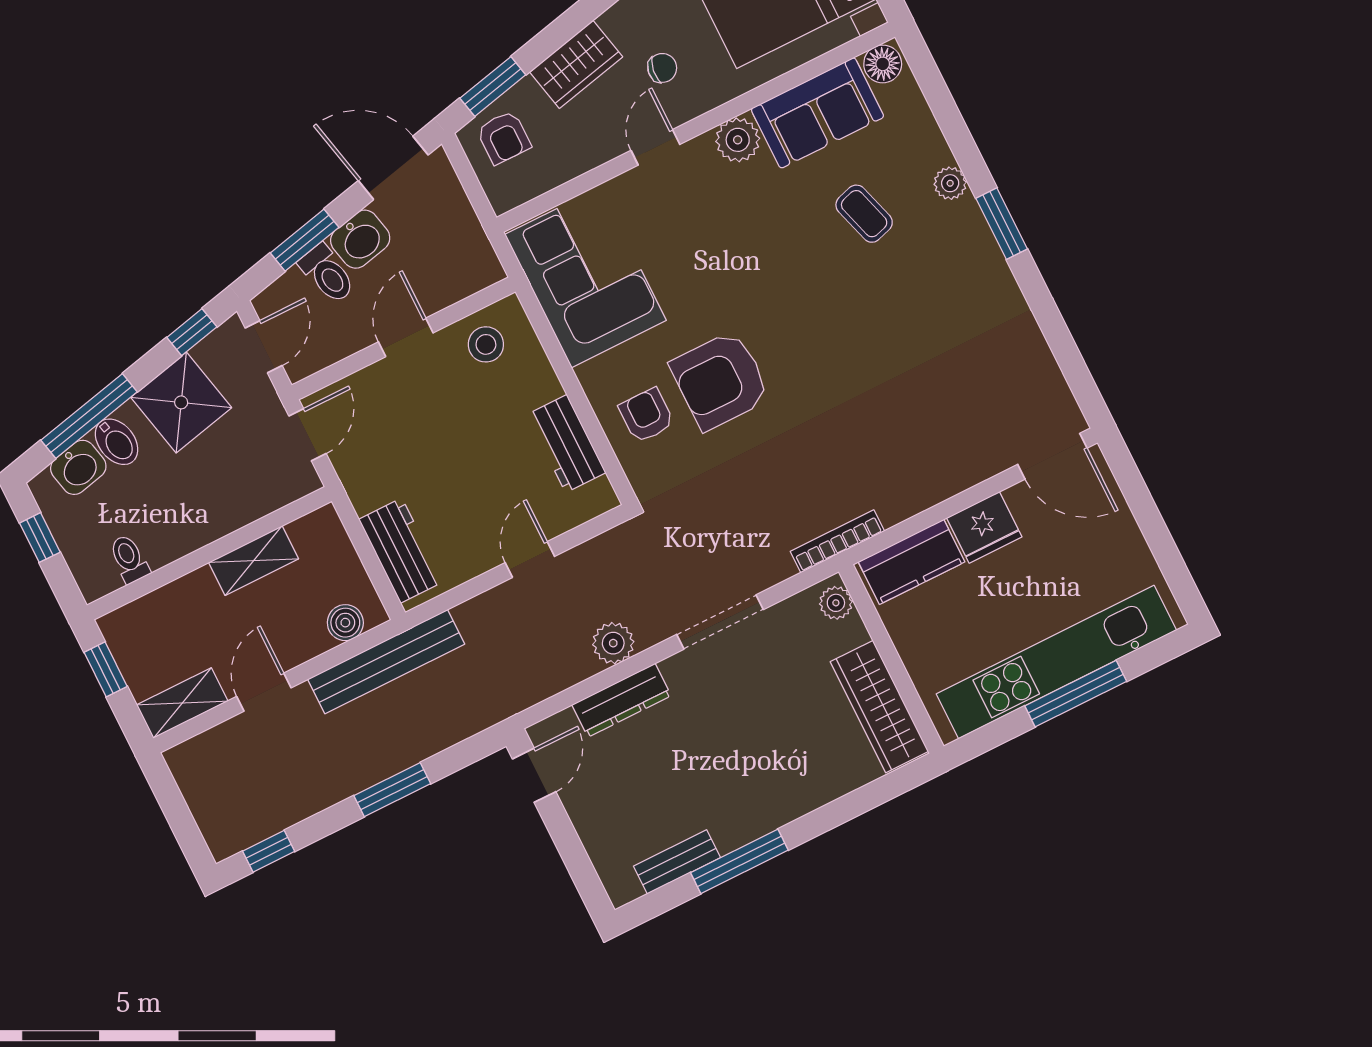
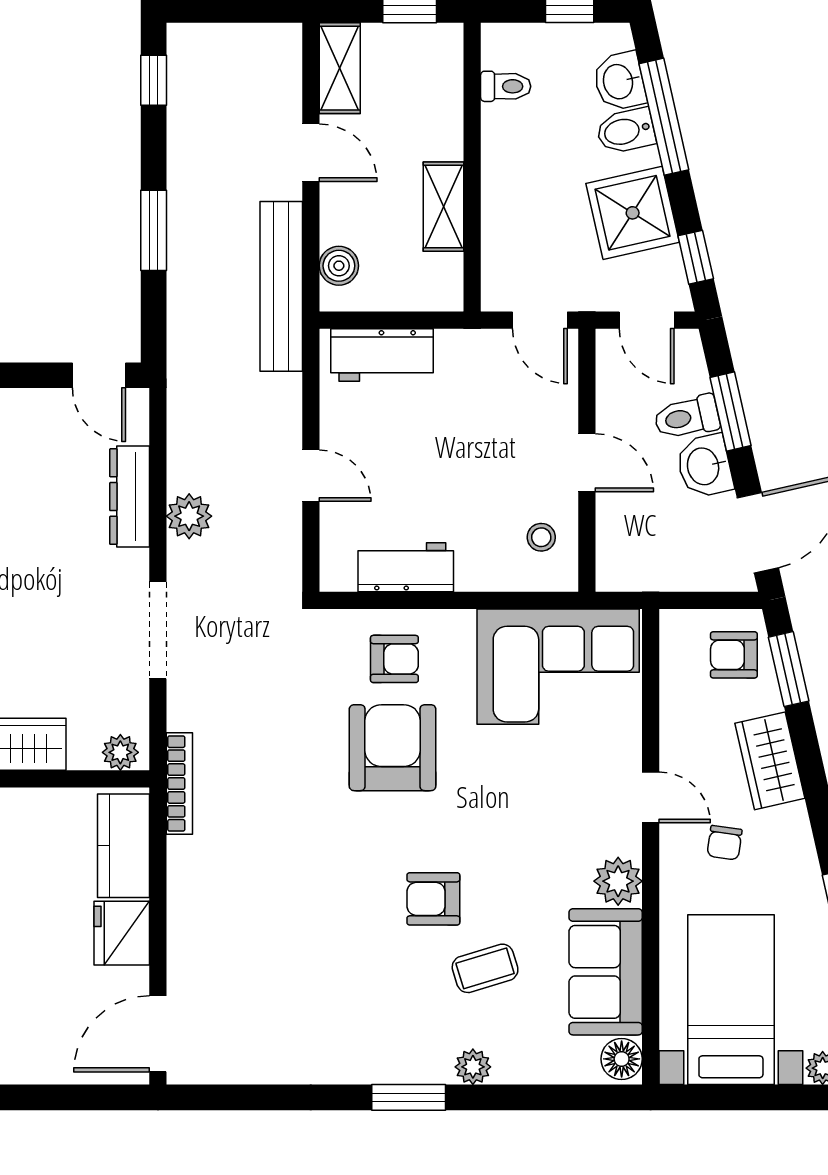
armchair: (828, 285) -> (433, 899), added
stool: (486, 344) -> (541, 537), width x0.73, depth x0.73

